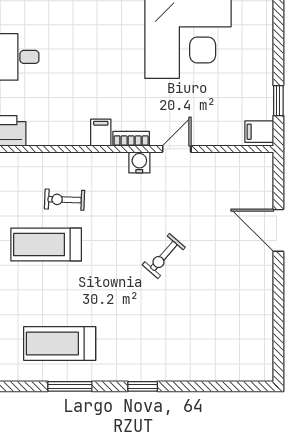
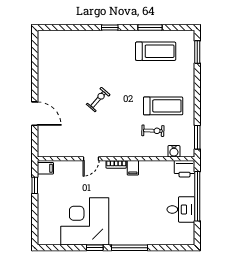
water cooler: (139, 162) -> (174, 151), moved

